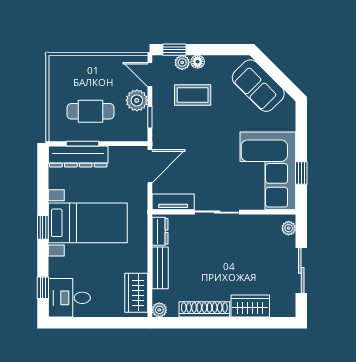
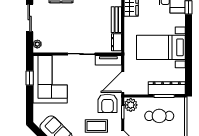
plant: (137, 100) -> (131, 105), moved
armchair: (175, 132) -> (107, 103), added
window: (43, 227) -> (188, 45), removed

